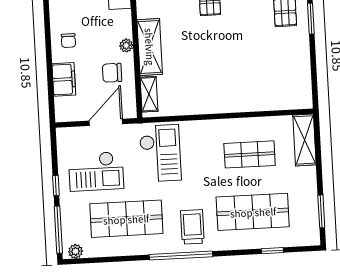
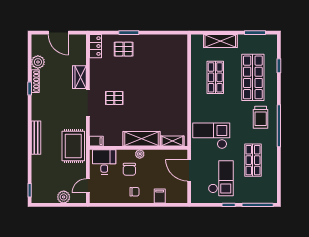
chair: (112, 73) -> (129, 169), moved
filing cabinet: (64, 79) -> (160, 196), width x0.50
shelving: (304, 140) -> (220, 41), moved
shop shelf: (126, 219) -> (253, 160), width x0.70, depth x0.74
trolley: (192, 227) -> (261, 117), turned -90
plant: (76, 251) -> (272, 195), removed

